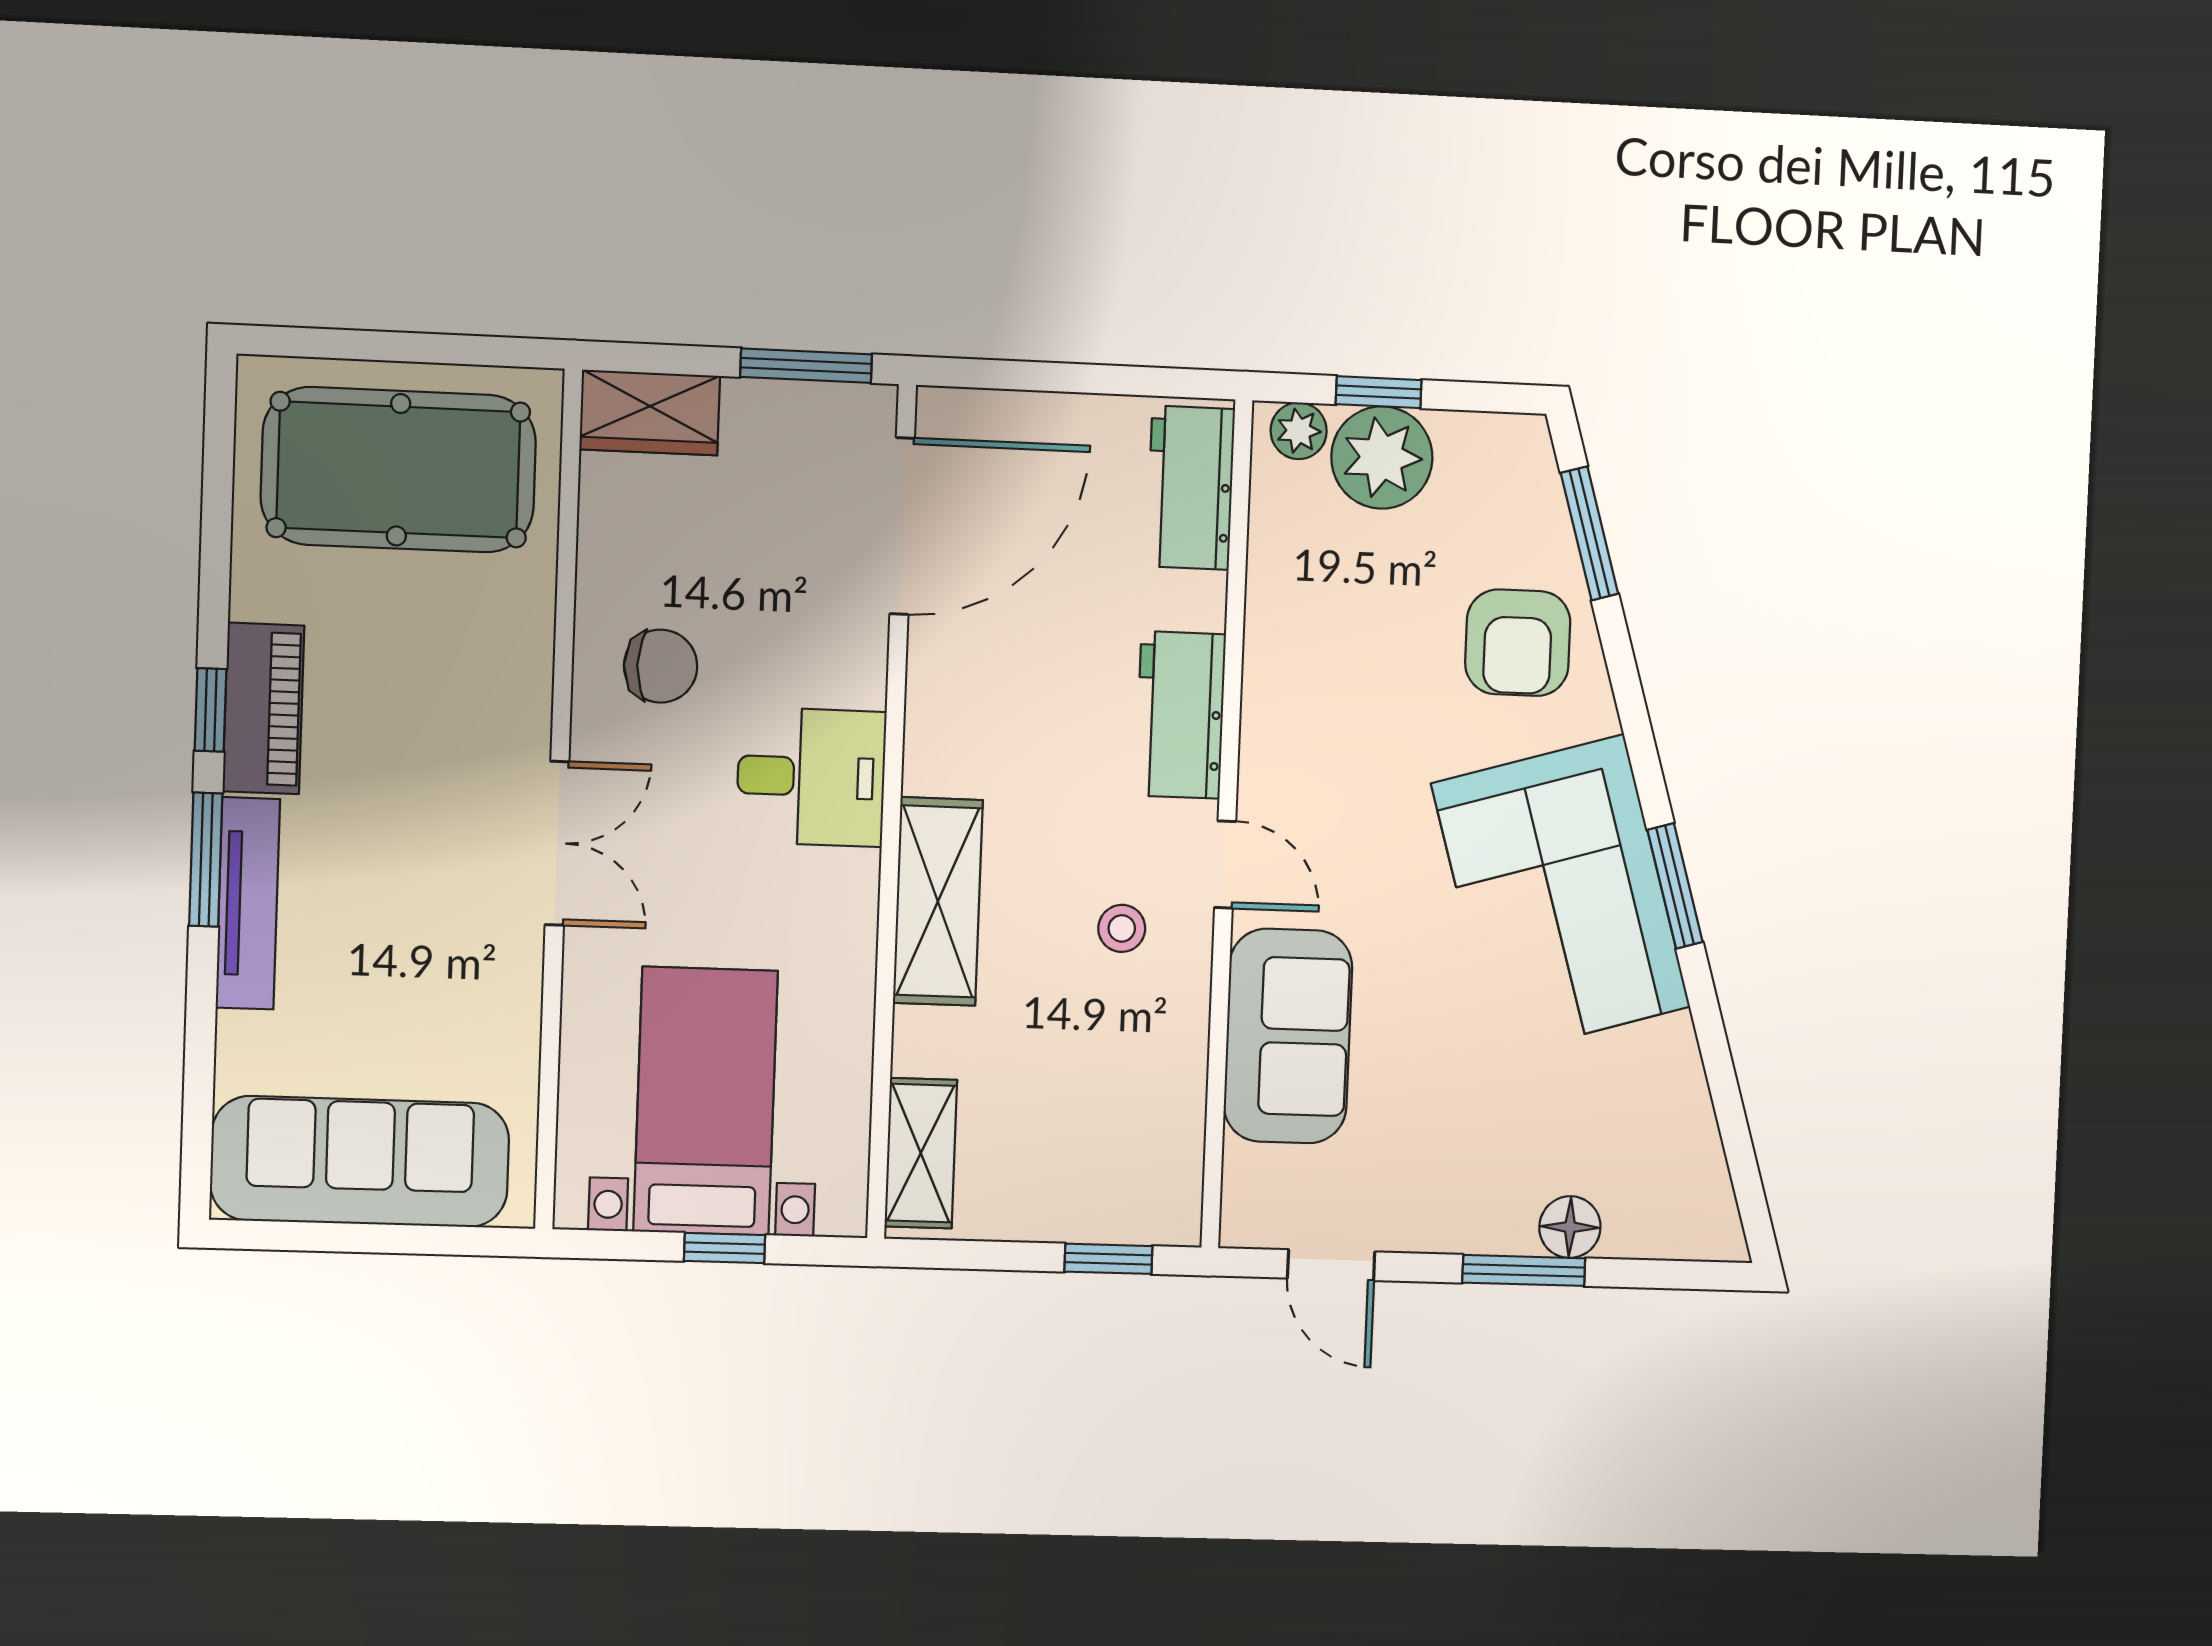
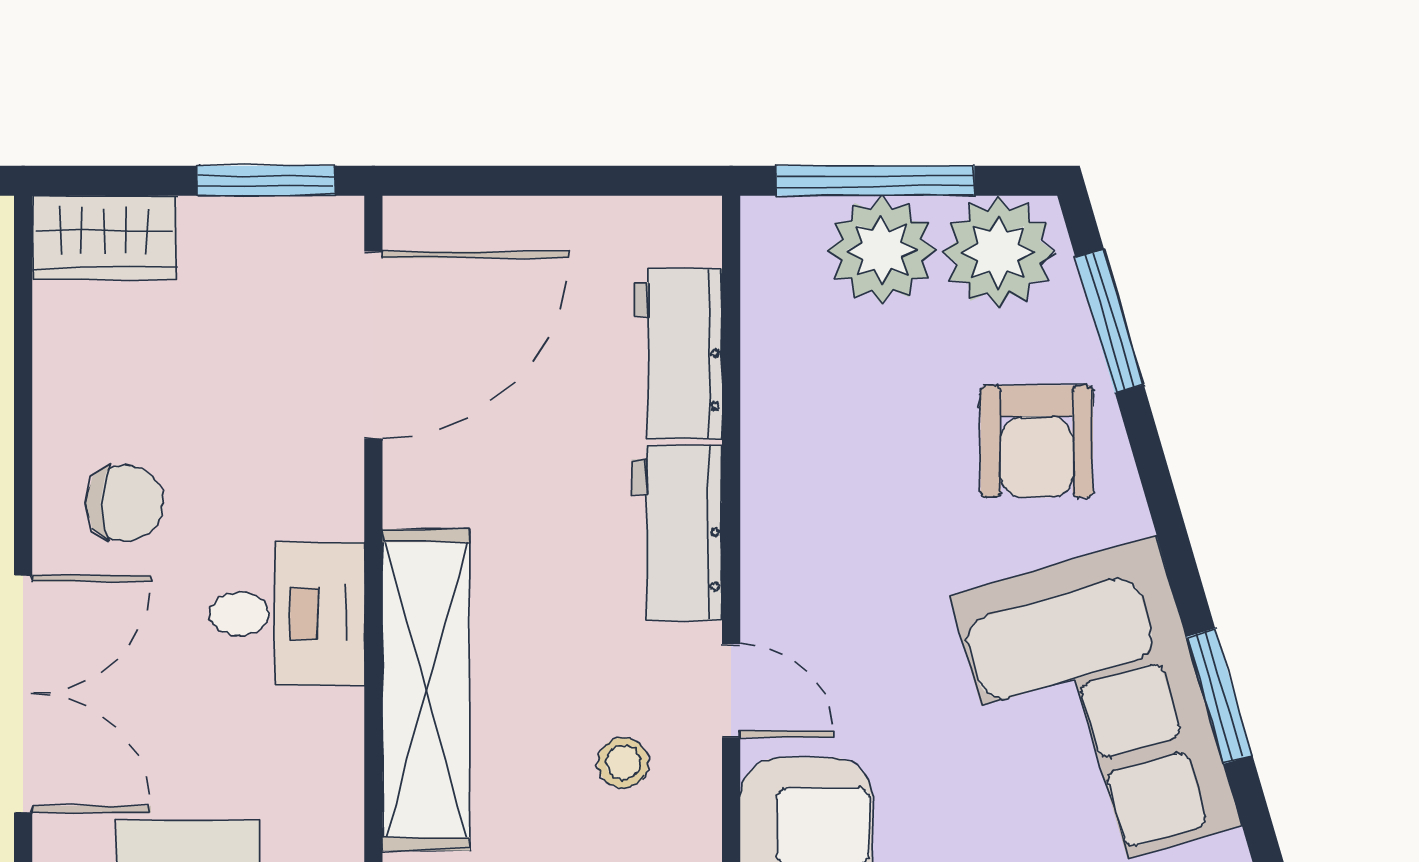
window: (1379, 392) -> (875, 181), width x2.17
plant: (1299, 431) -> (999, 252), moved, width x1.88, depth x1.88
workbench: (1191, 488) -> (678, 354), moved
double door: (557, 843) -> (23, 694), width x1.37
shelving: (938, 901) -> (426, 690), width x1.47

